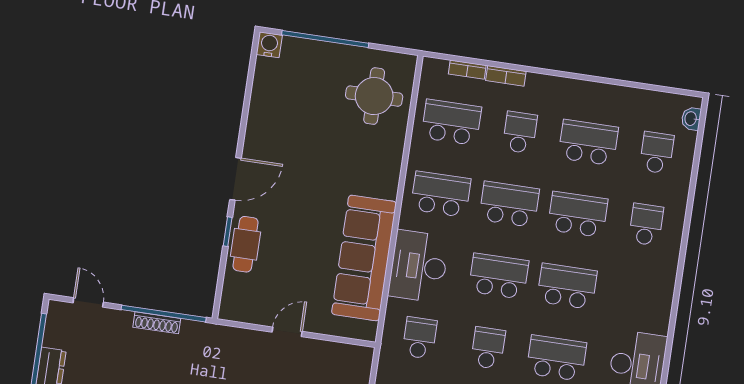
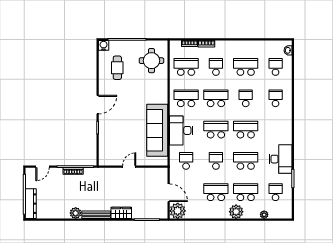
school desk: (578, 214) -> (246, 98), width x0.54
cafe table: (245, 244) -> (117, 68), moved
door: (88, 302) -> (43, 167), swing flipped

